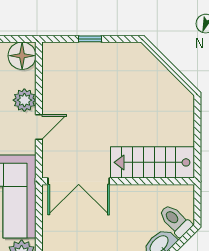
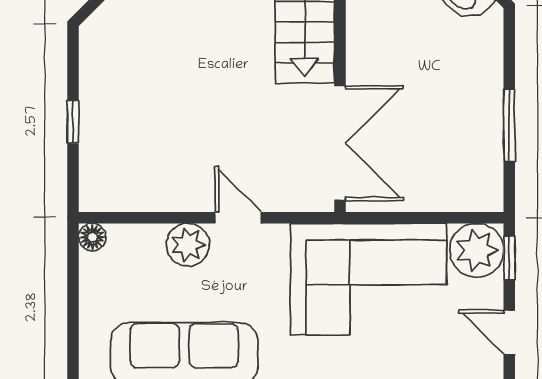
floor lamp: (22, 56) -> (92, 237), width x0.53, depth x0.53

